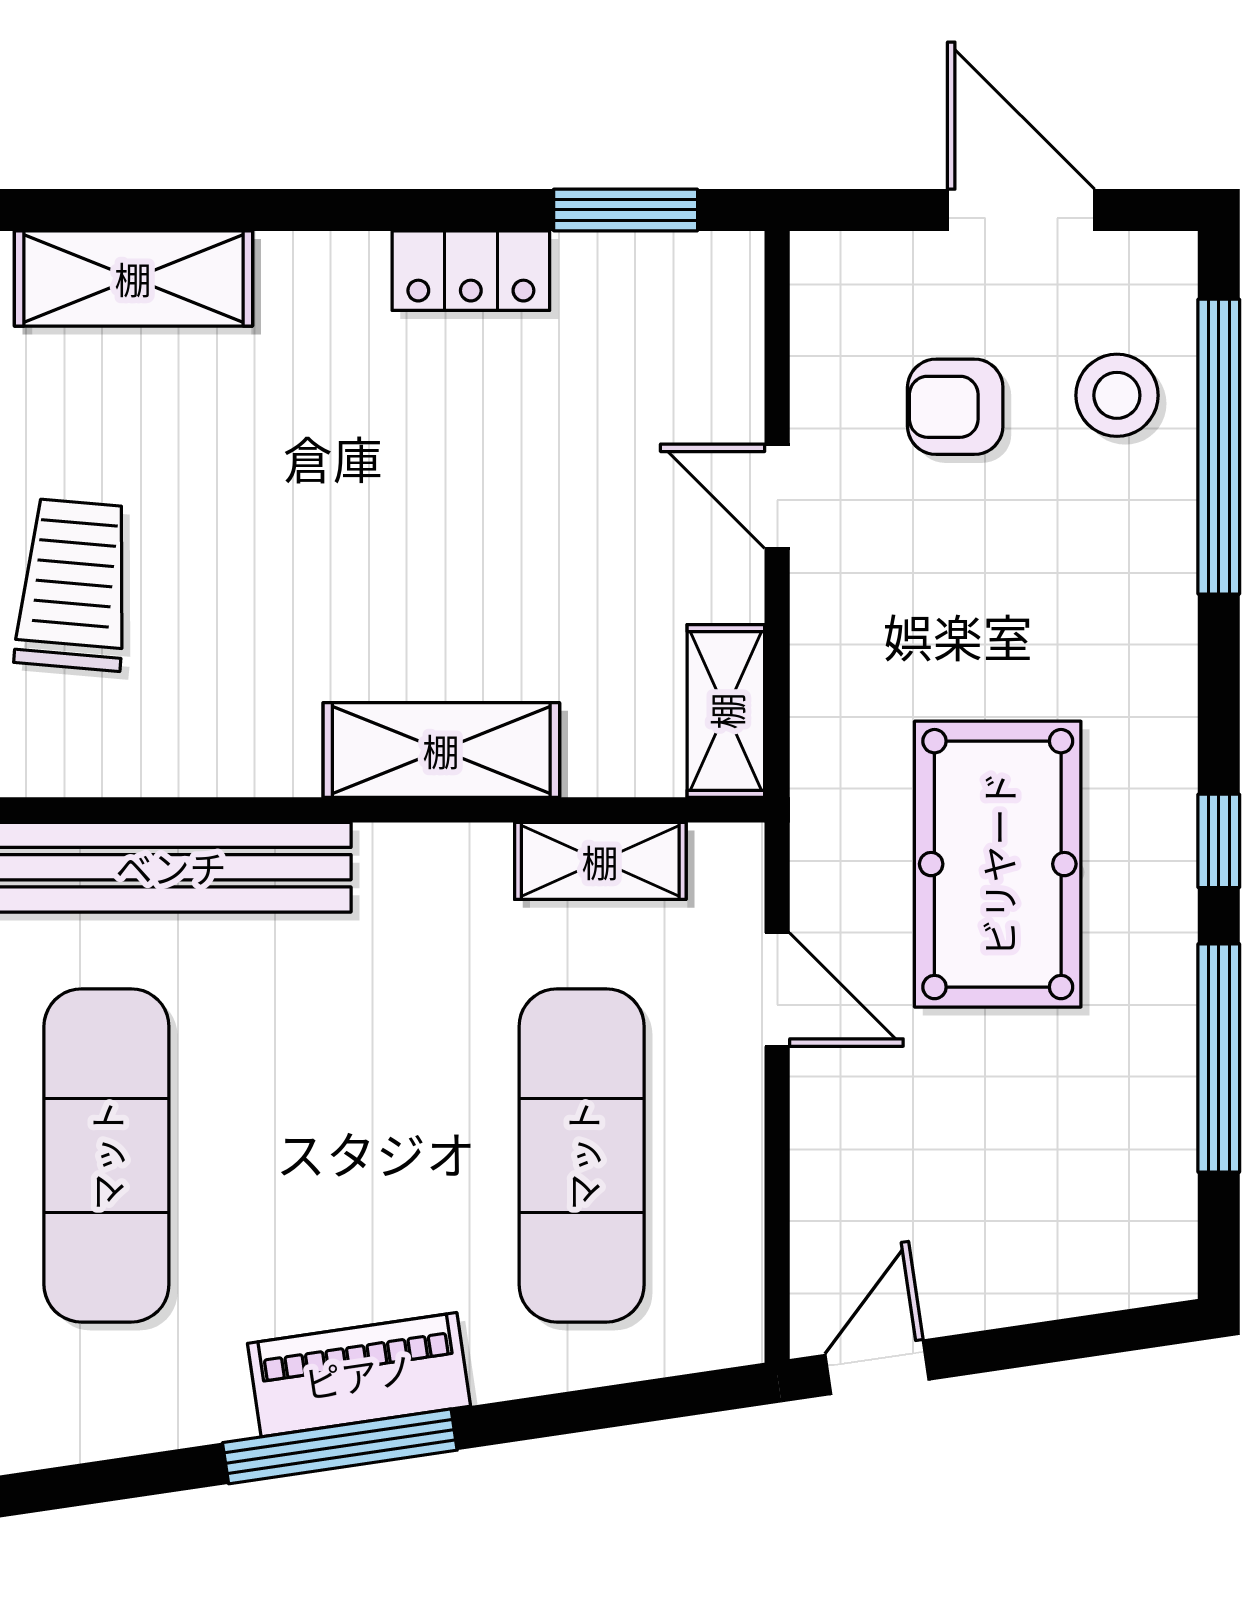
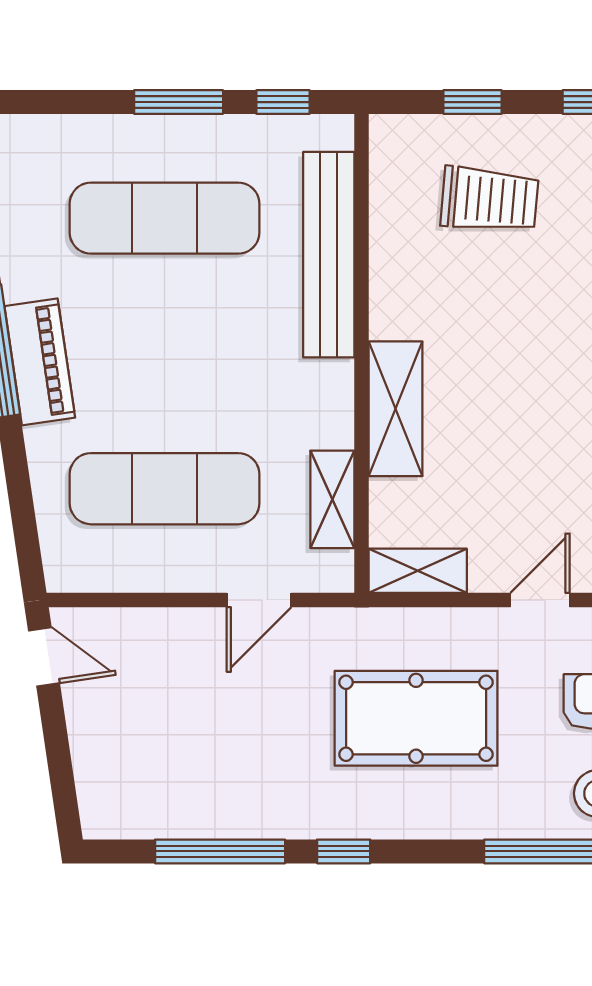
pool table: (998, 864) -> (416, 718), moved

